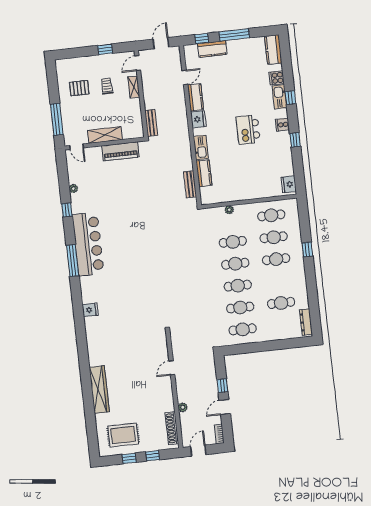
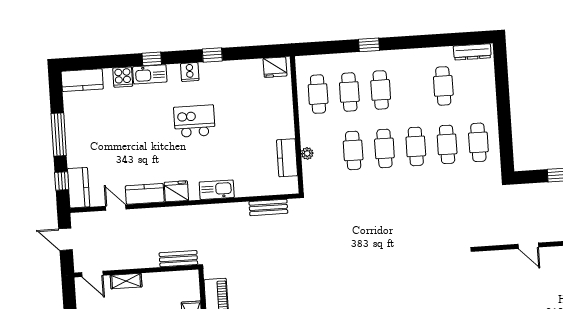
kitchen counter: (212, 49) -> (79, 188), moved
kitchen island: (248, 130) -> (194, 121), turned 180
kitchen counter: (204, 173) -> (287, 158), moved, turned -90

